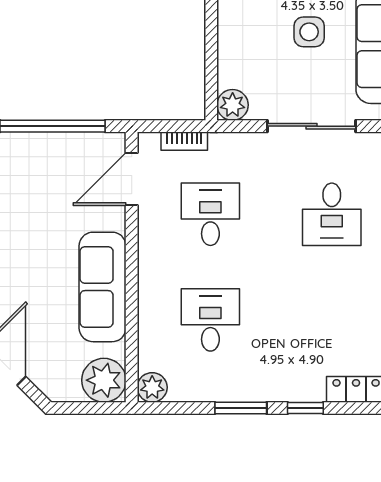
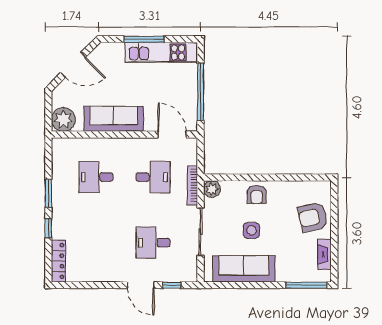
armchair: (243, 22) -> (257, 194), added
bookcase: (184, 141) -> (192, 185), moved, width x1.56
desk: (210, 320) -> (96, 177), turned 180
plant: (152, 387) -> (59, 146), removed

